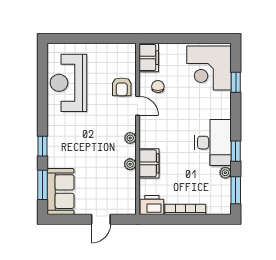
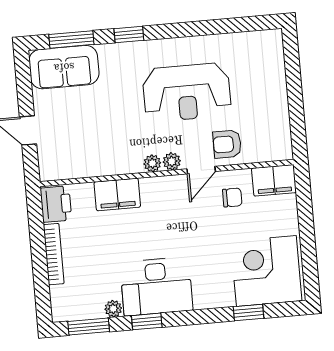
reception desk: (68, 83) -> (187, 92), moved, turned 180
plant: (130, 164) -> (172, 161), moved

